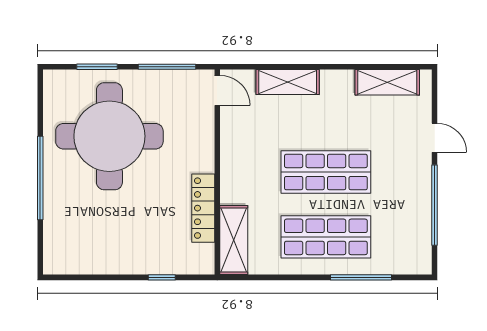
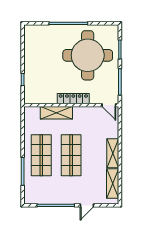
shelving: (288, 82) -> (113, 153), moved
door: (217, 90) -> (109, 105), hinge flipped
locker: (203, 208) -> (73, 99), moved
shelving: (234, 240) -> (56, 113), moved

